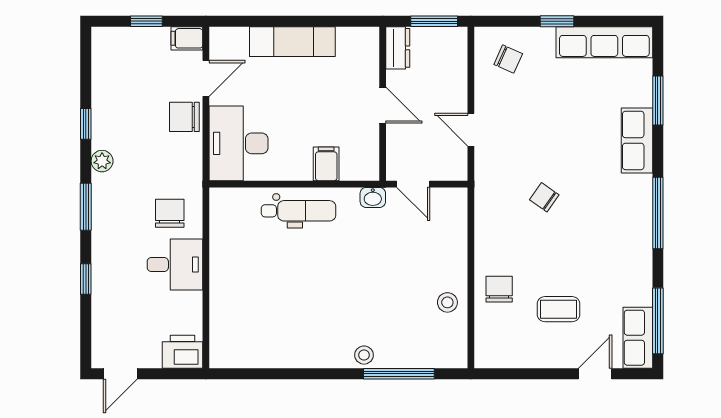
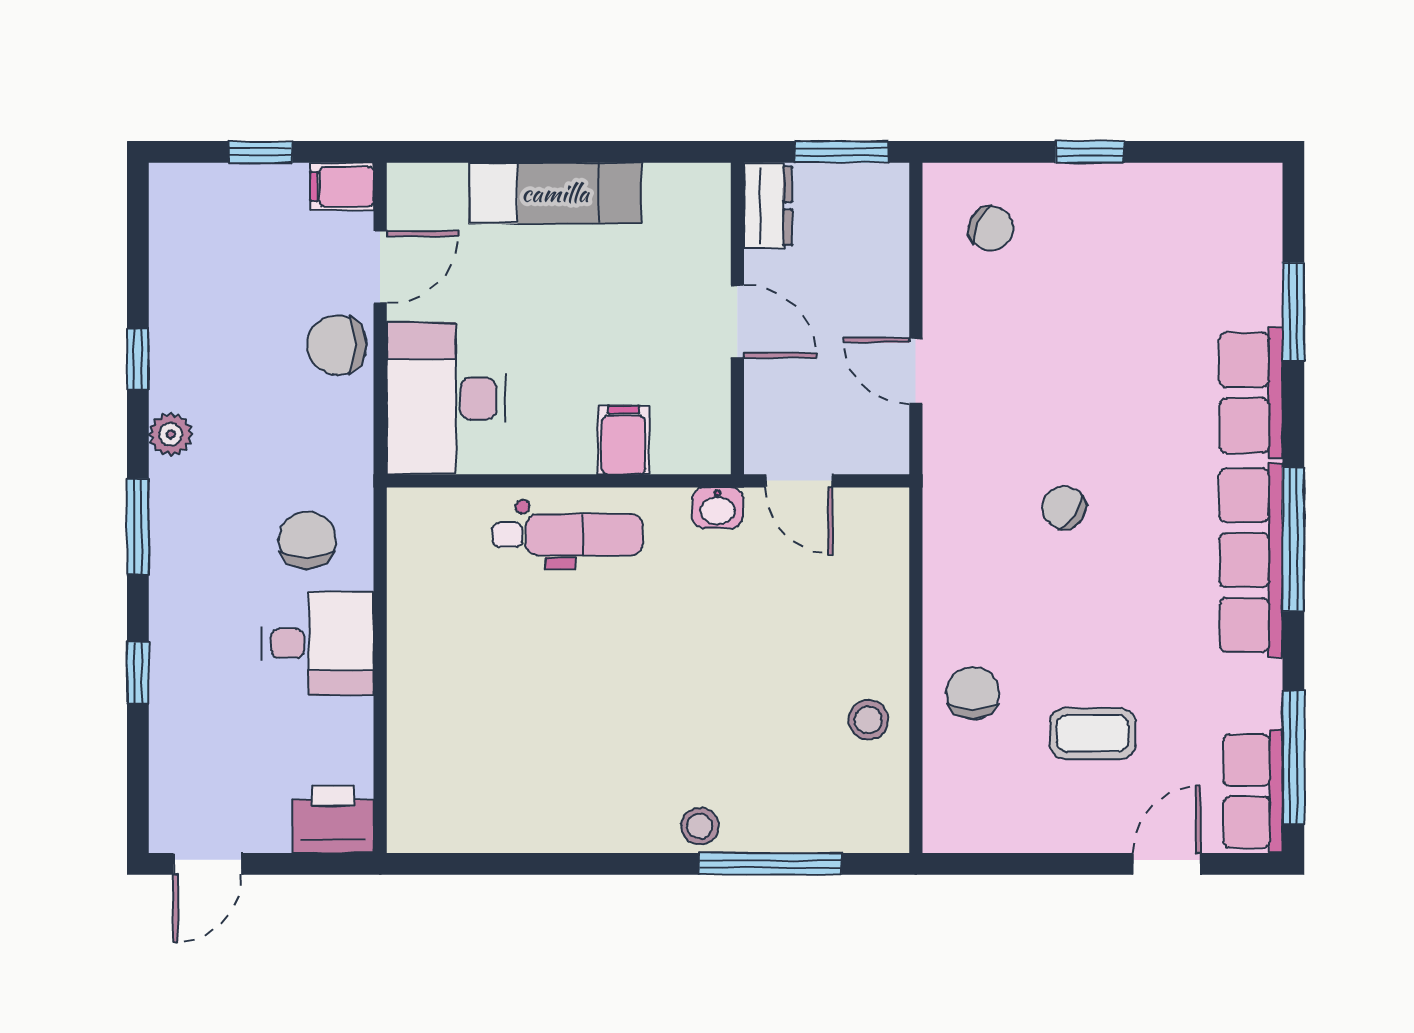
row of seats: (604, 42) -> (1251, 560), moved, turned 90

